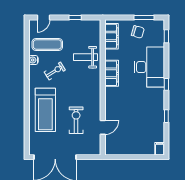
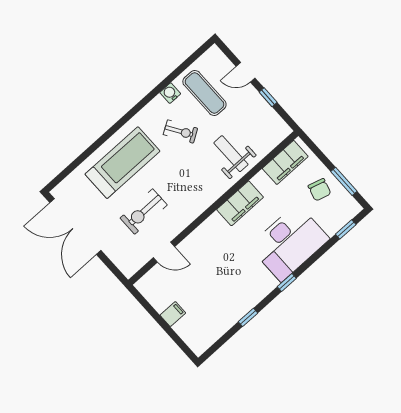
door: (43, 17) -> (246, 72), moved
treadmill: (45, 110) -> (122, 163), turned 180
exercise bike: (76, 120) -> (144, 212), turned 180
filing cabinet: (160, 149) -> (173, 314), moved

